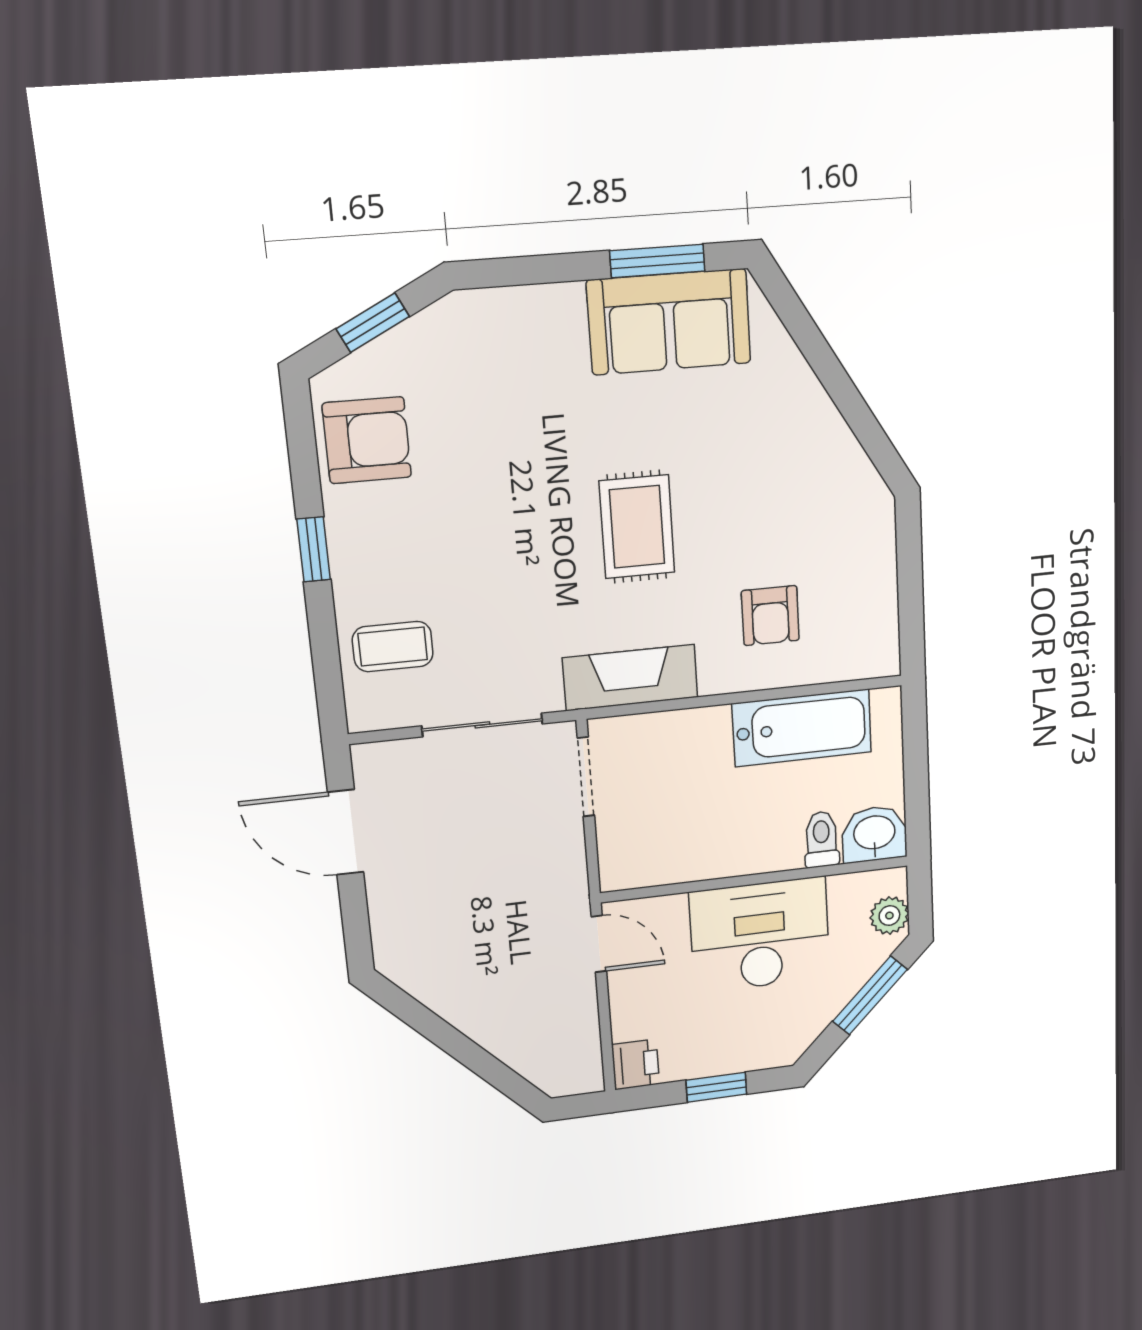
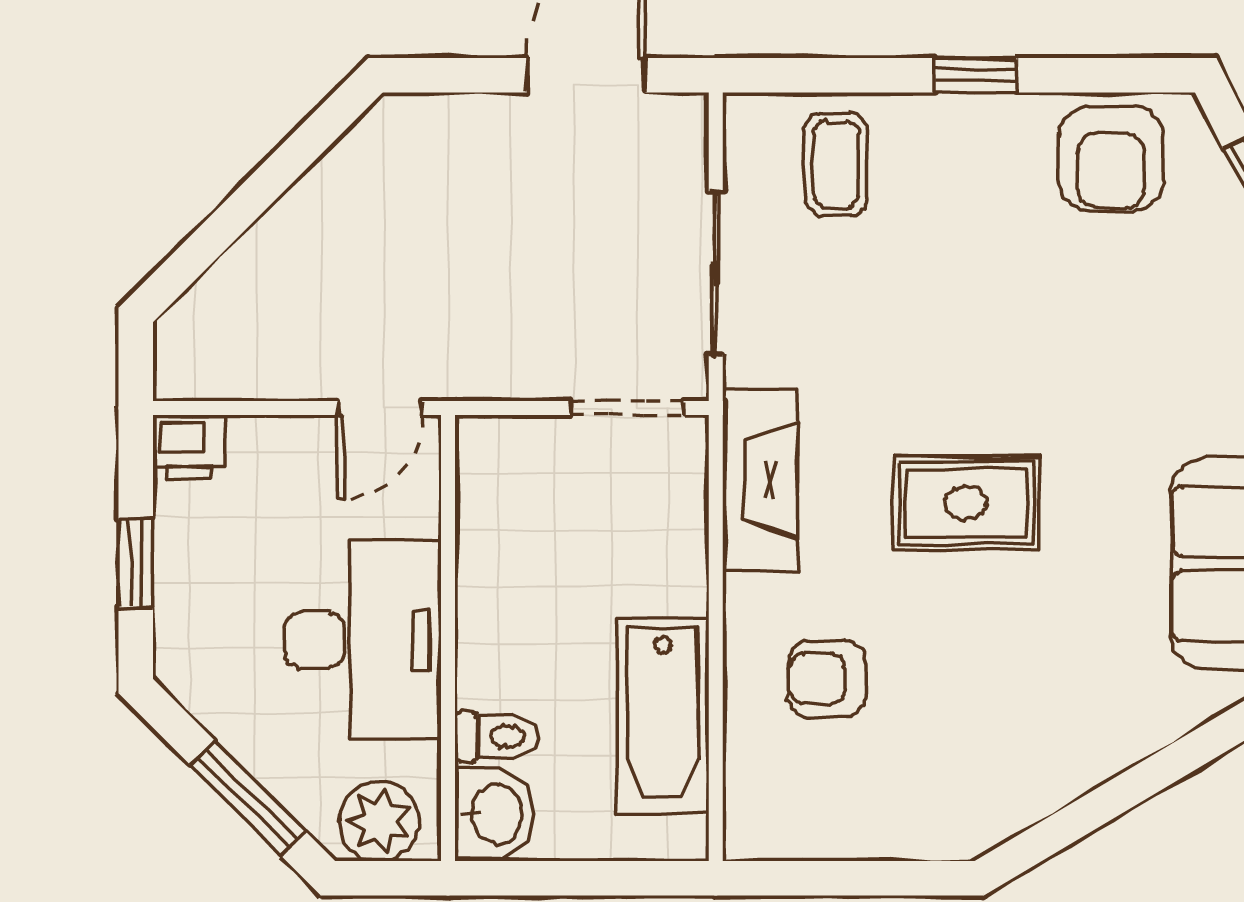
plant: (889, 916) -> (379, 821), width x1.38, depth x1.38

